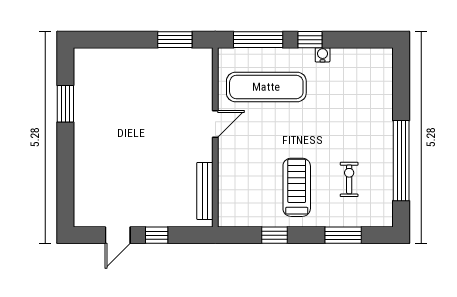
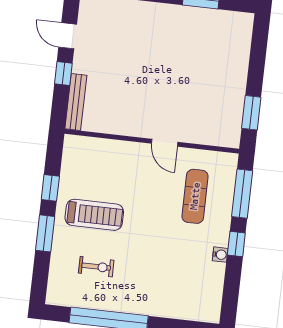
exercise mat: (266, 87) -> (195, 196), width x0.73, depth x0.69
bench: (205, 191) -> (76, 102), moved, turned 90
window: (343, 235) -> (45, 233), moved

